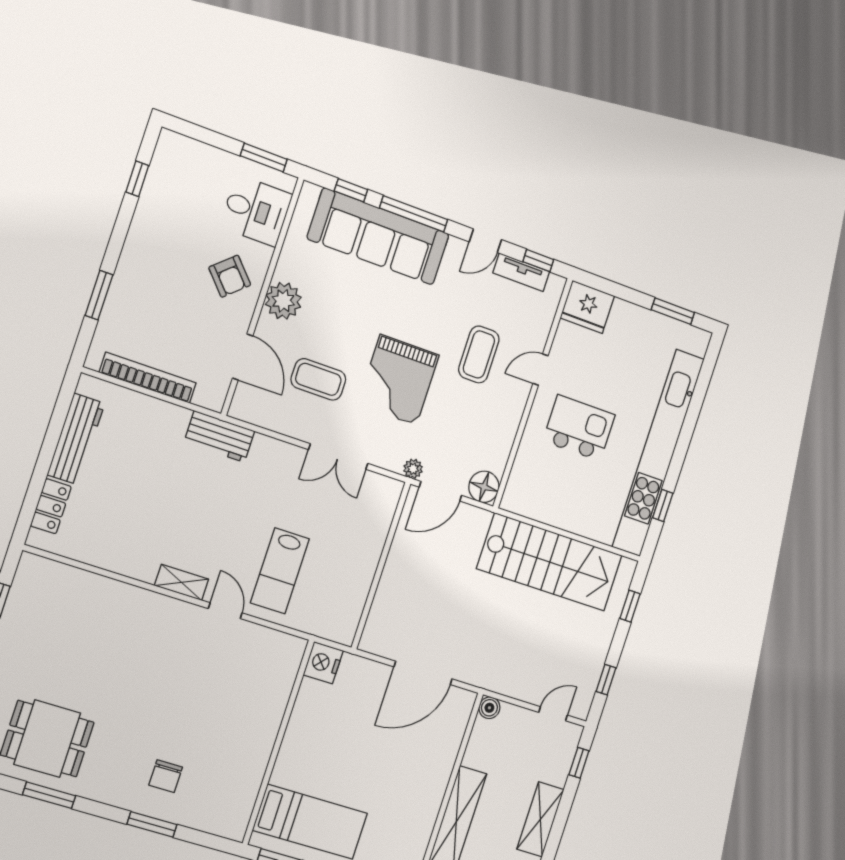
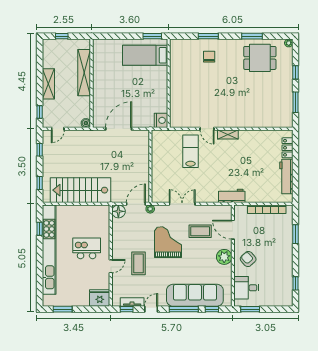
kitchen island: (579, 428) -> (87, 248), turned 180

